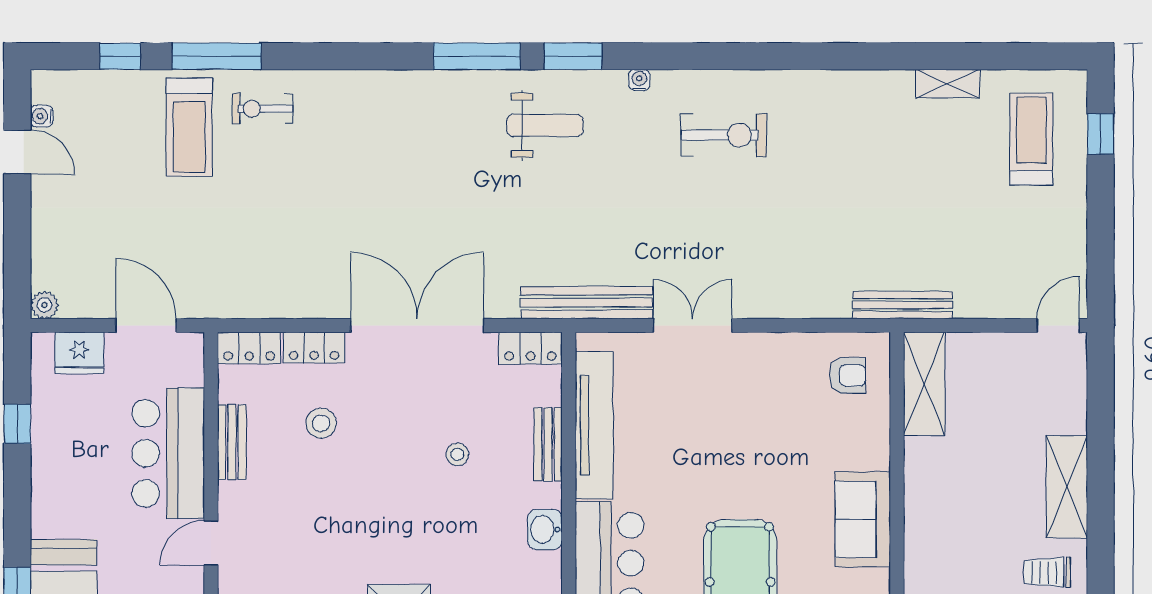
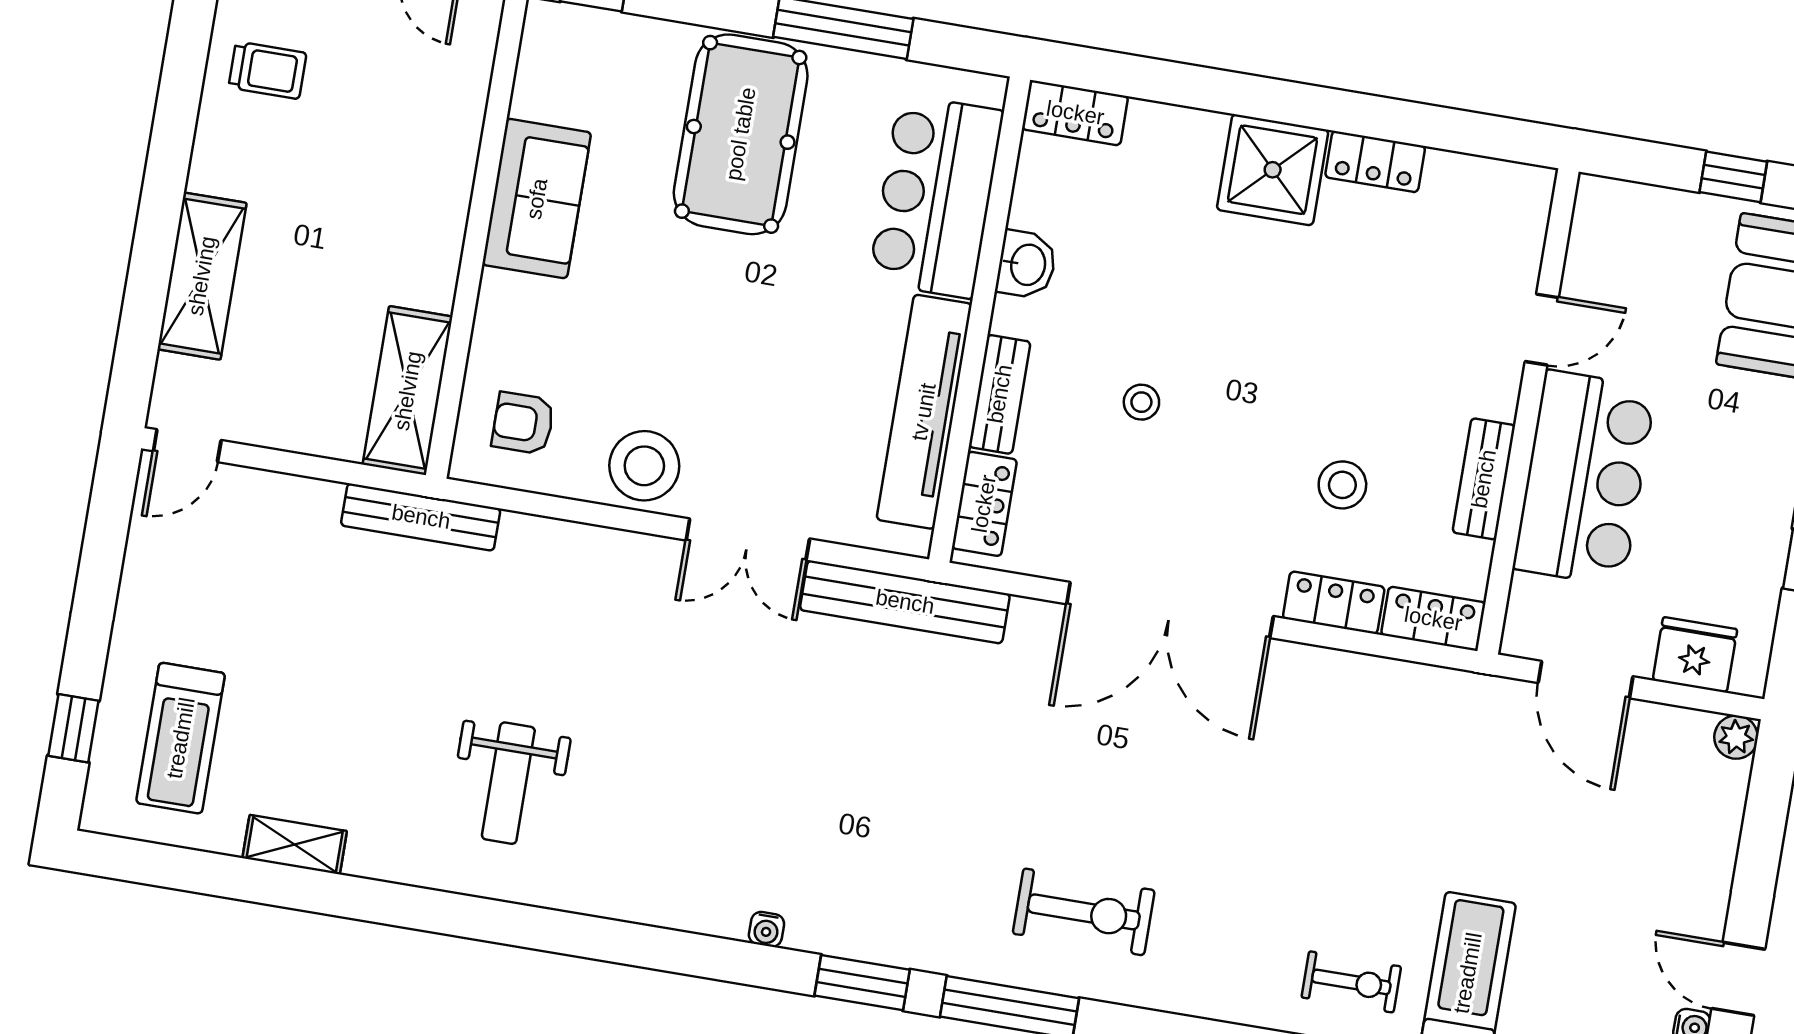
weight bench: (545, 125) -> (508, 783), moved, turned -90
exercise bike: (724, 135) -> (1084, 912), moved, turned 180
locker: (530, 348) -> (984, 504), moved, turned 90
stool: (766, 361) -> (644, 466), added
shelving: (1067, 487) -> (202, 276), moved

